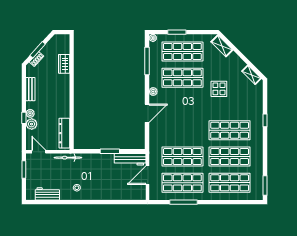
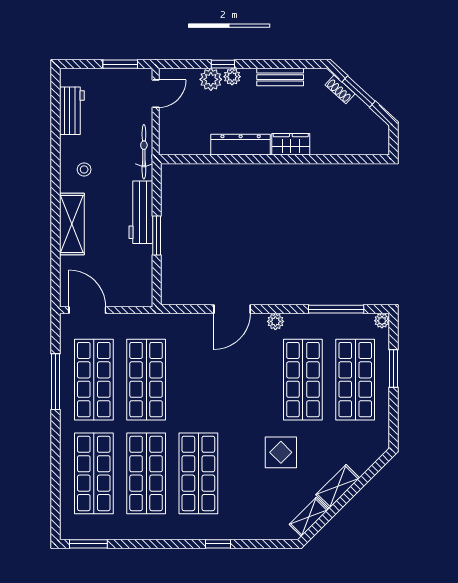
shelving: (222, 46) -> (338, 486), moved
wardrobe: (64, 64) -> (291, 144), moved
door: (147, 113) -> (232, 309), hinge flipped
dresser: (64, 133) -> (241, 145), moved
workbench: (130, 159) -> (141, 212), moved
door: (147, 175) -> (87, 310), moved
shelving: (104, 194) -> (72, 224), added

